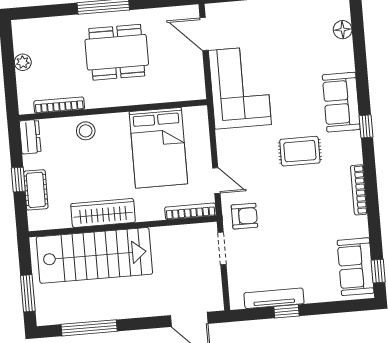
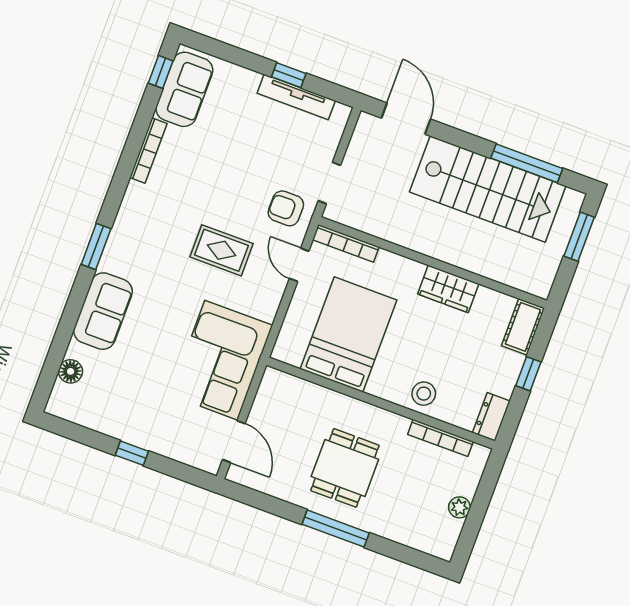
dining table: (117, 52) -> (345, 468), width x0.73
sofa: (341, 102) -> (103, 311), moved
window: (366, 126) -> (96, 246), width x1.50
rug: (300, 151) -> (221, 250), moved
cot: (36, 190) -> (523, 327), moved
bookcase: (359, 190) -> (148, 150), moved
wardrobe: (103, 213) -> (448, 289), width x0.67
stairs: (94, 255) -> (488, 189), moved, turned 180

